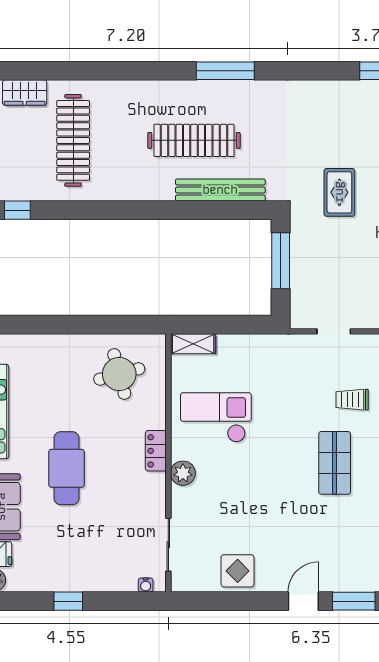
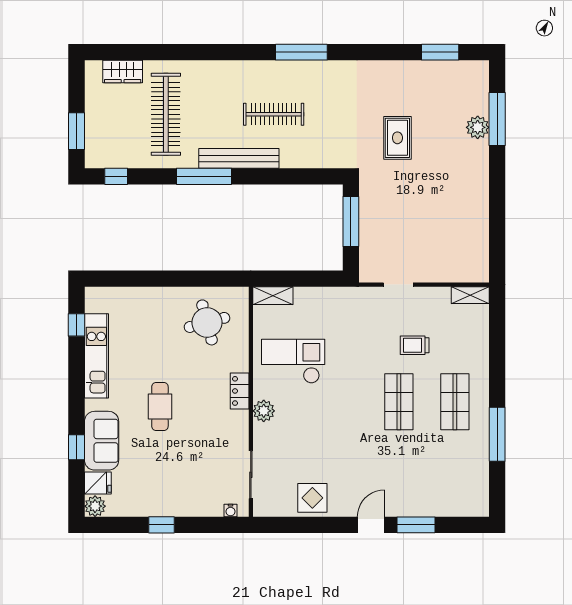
clothes rail: (194, 140) -> (274, 114), width x0.73, depth x0.76
bench: (220, 190) -> (239, 158), moved
rug: (339, 192) -> (397, 138), moved
window: (116, 210) -> (204, 176), added
cafe table: (66, 468) -> (160, 406), width x0.73, depth x0.74

